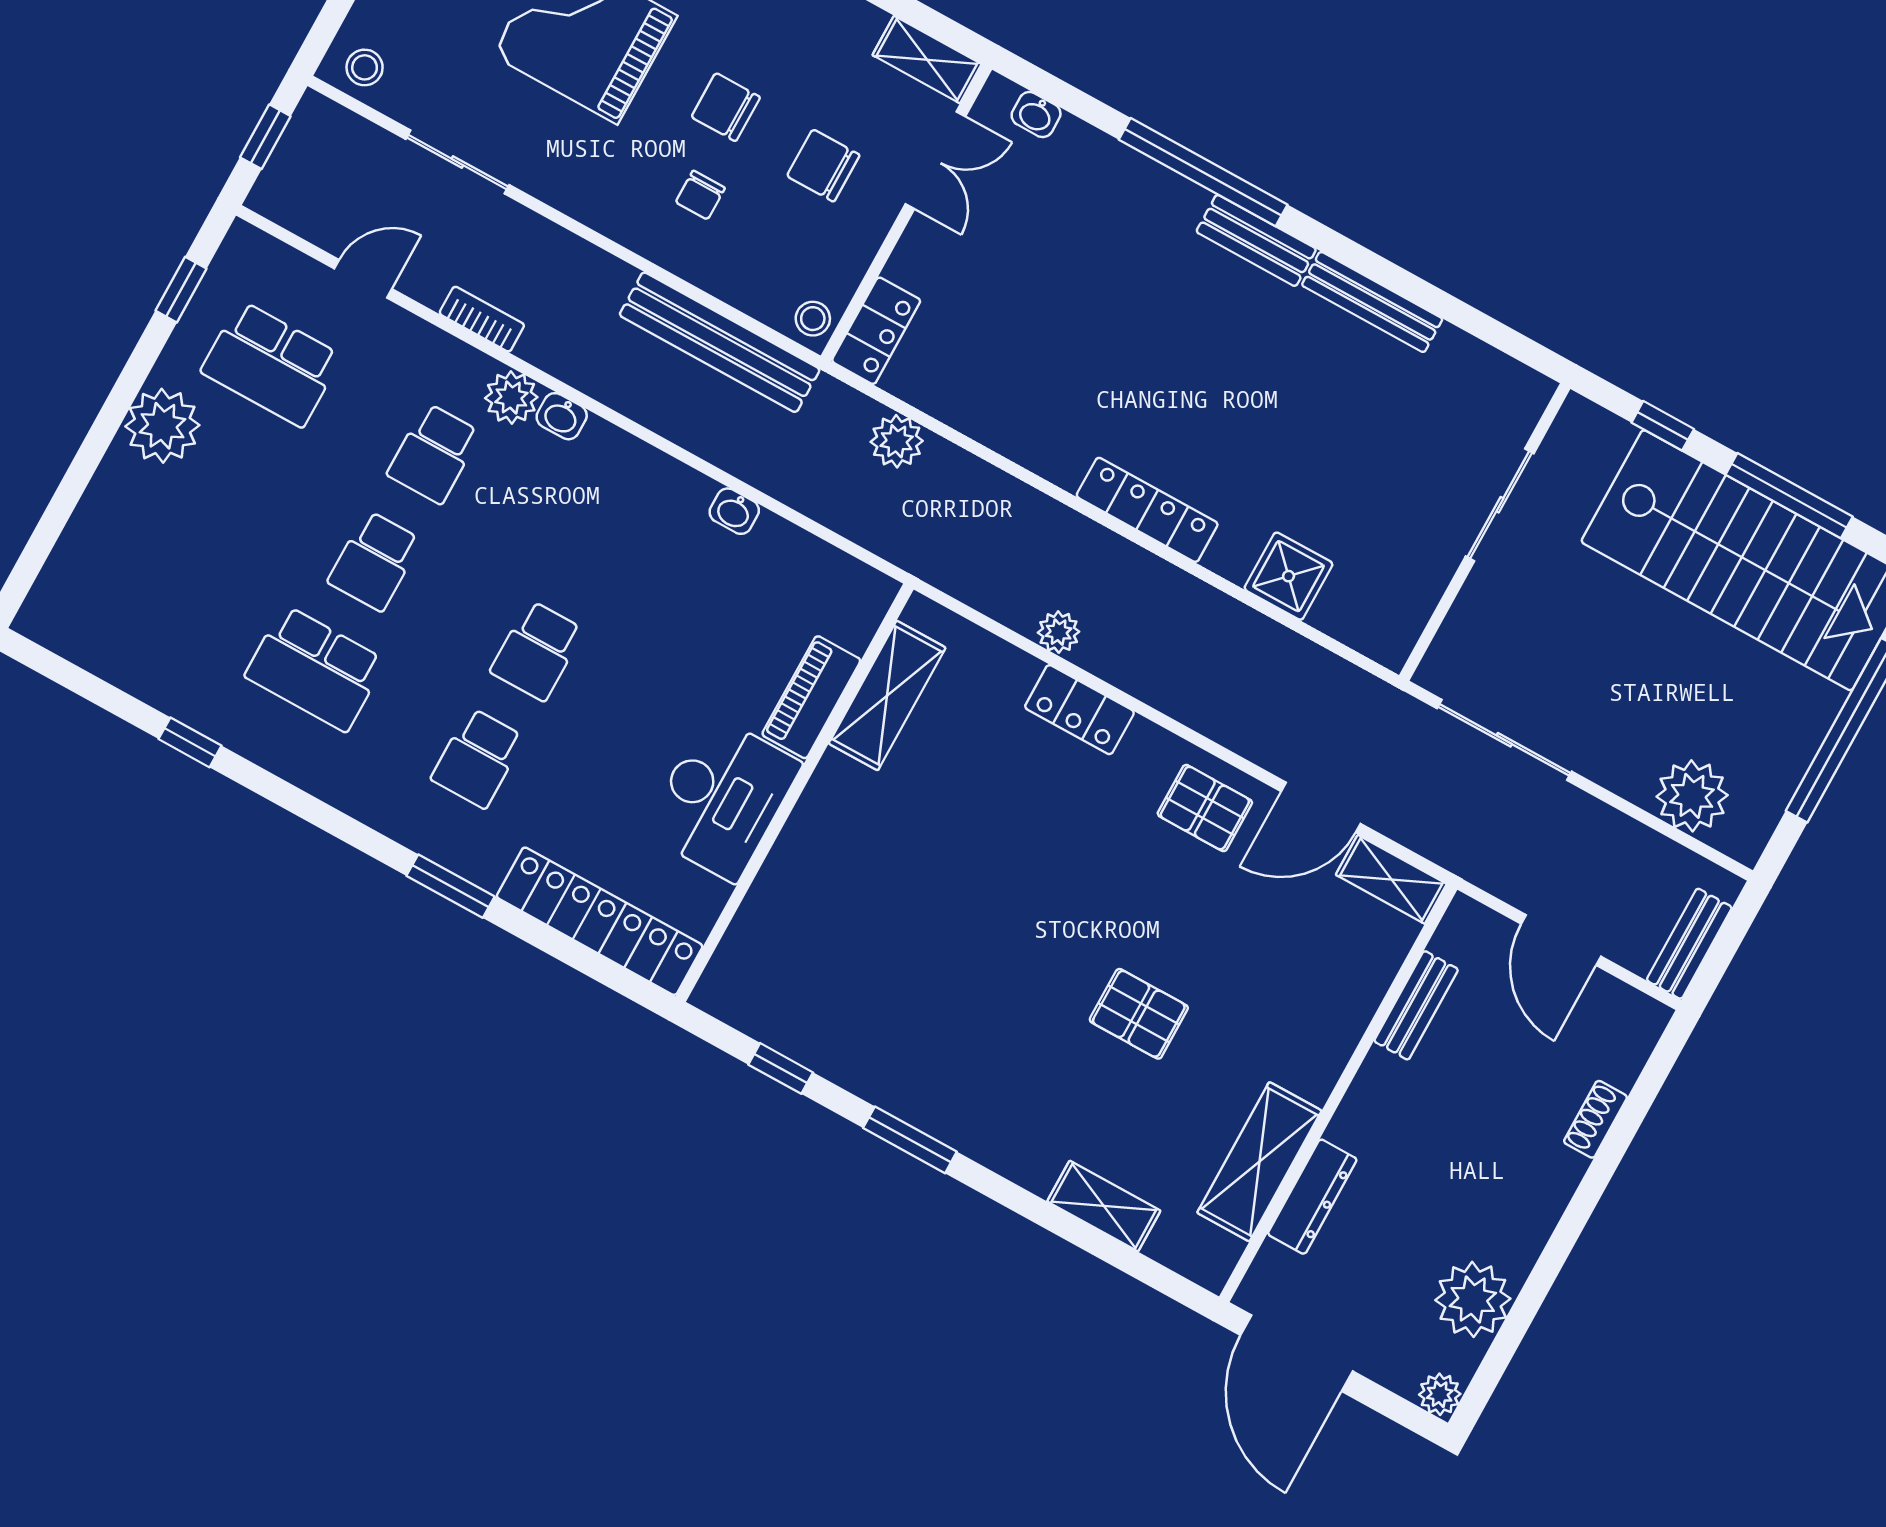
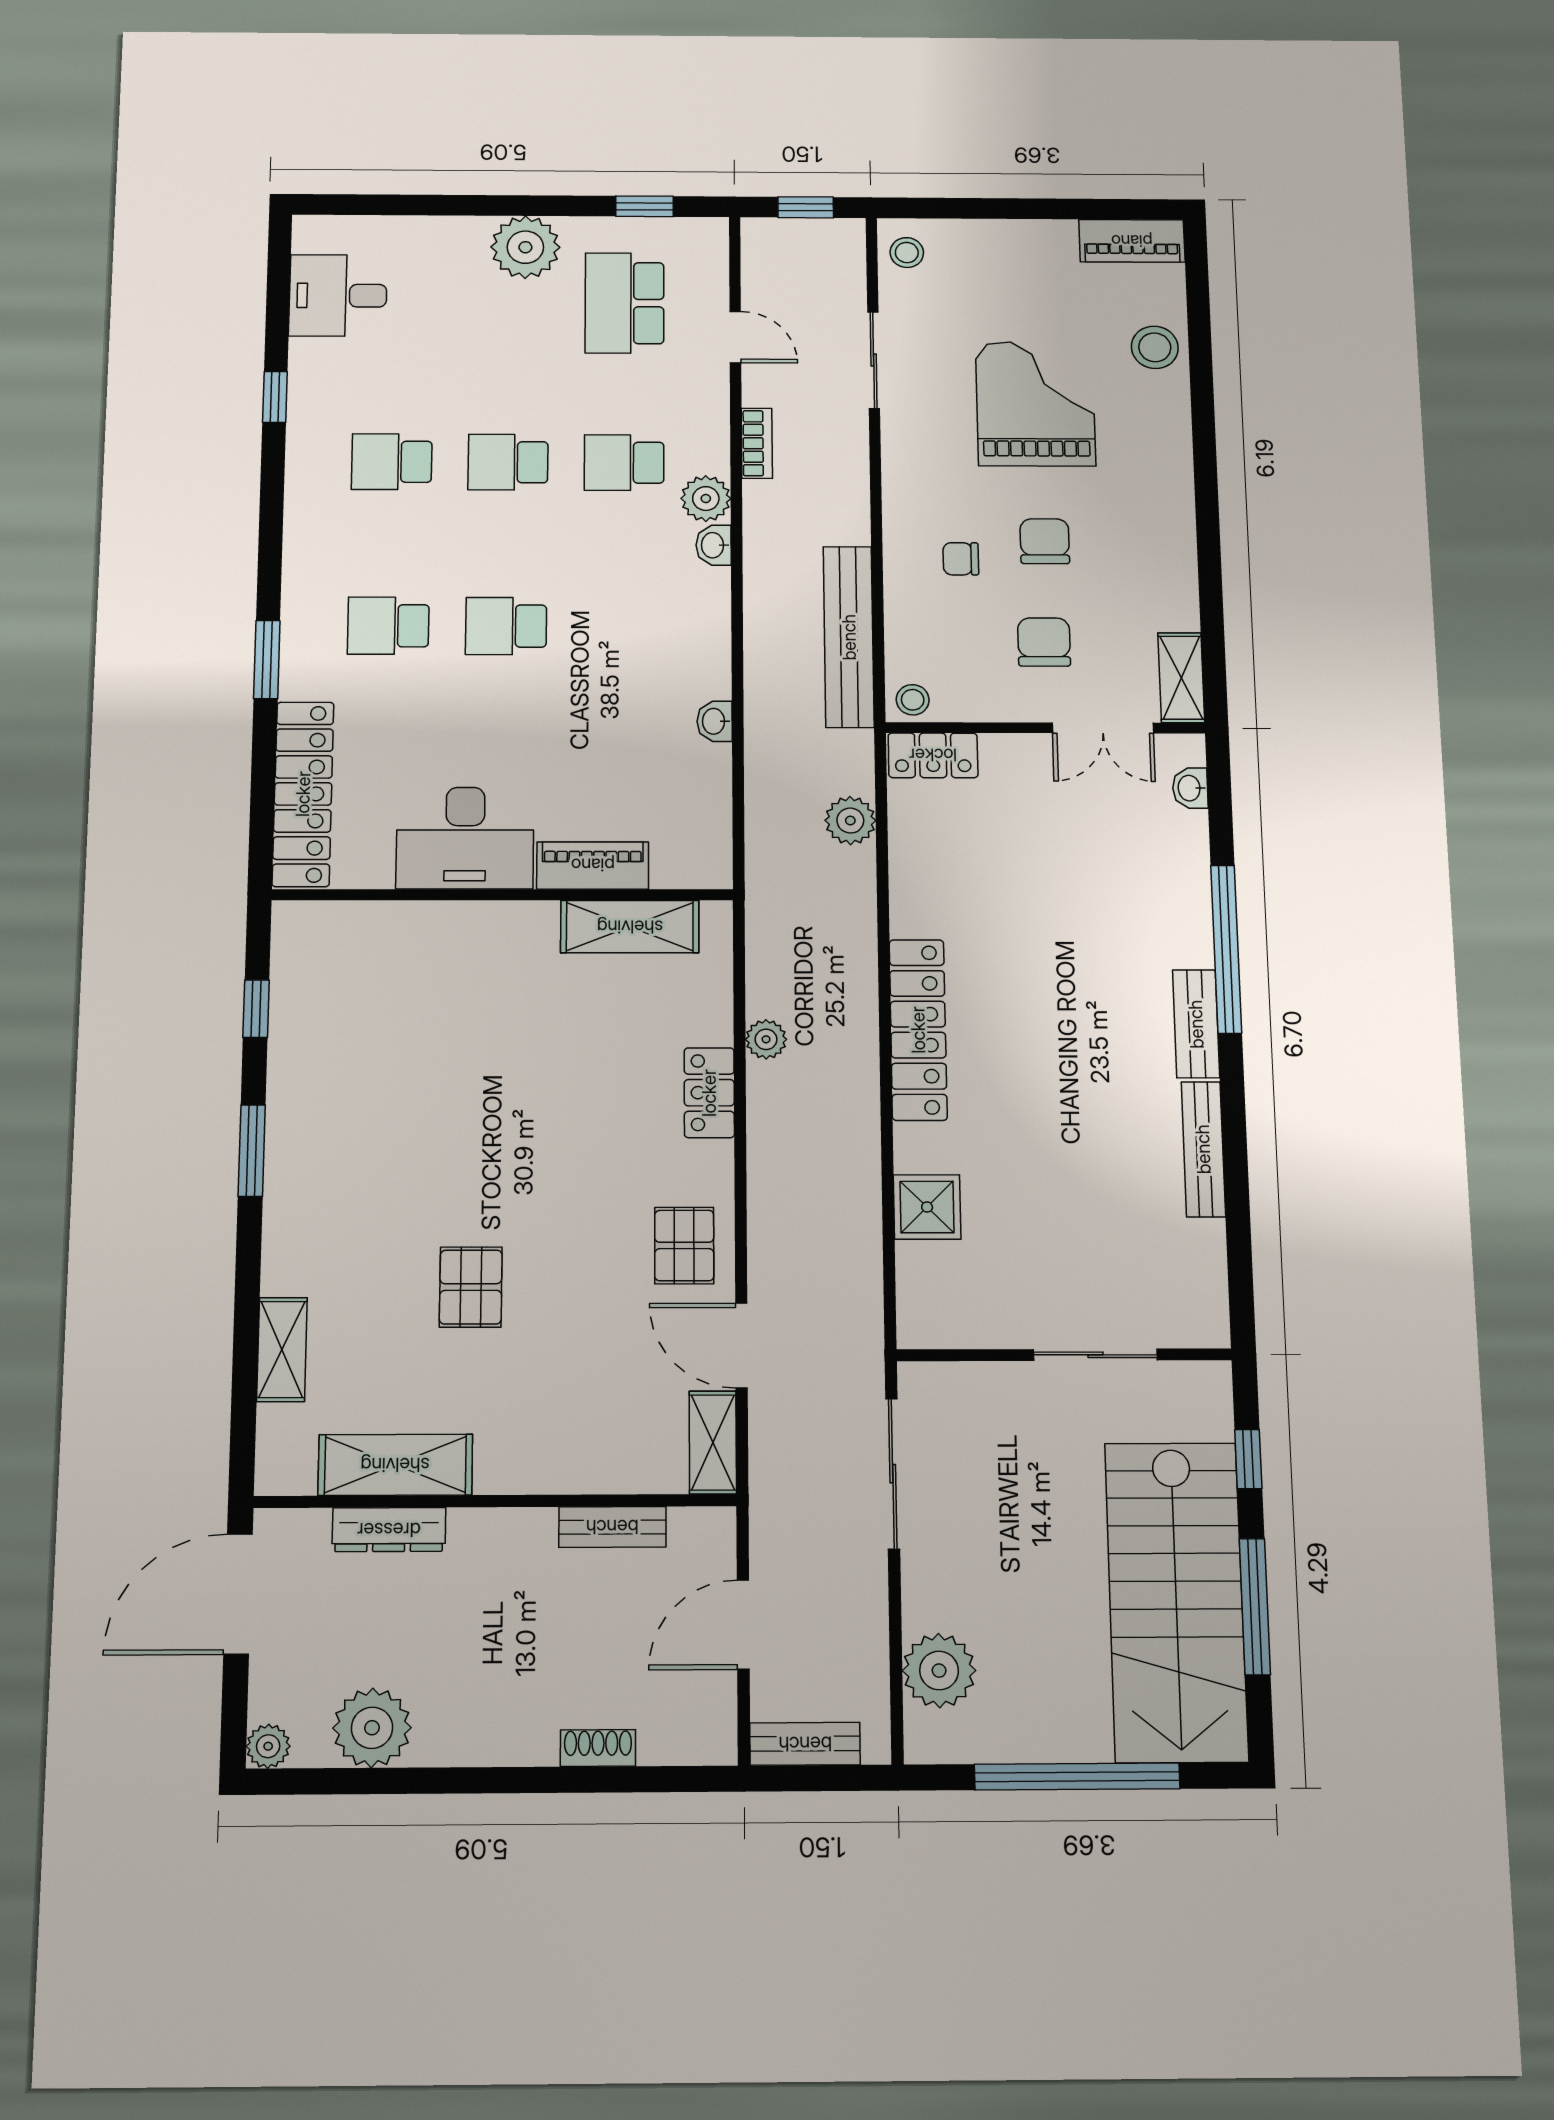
locker: (1147, 510) -> (918, 1030), width x1.41, depth x1.21
desk: (117, 629) -> (338, 296), added
school desk: (315, 668) -> (392, 462), width x0.54

